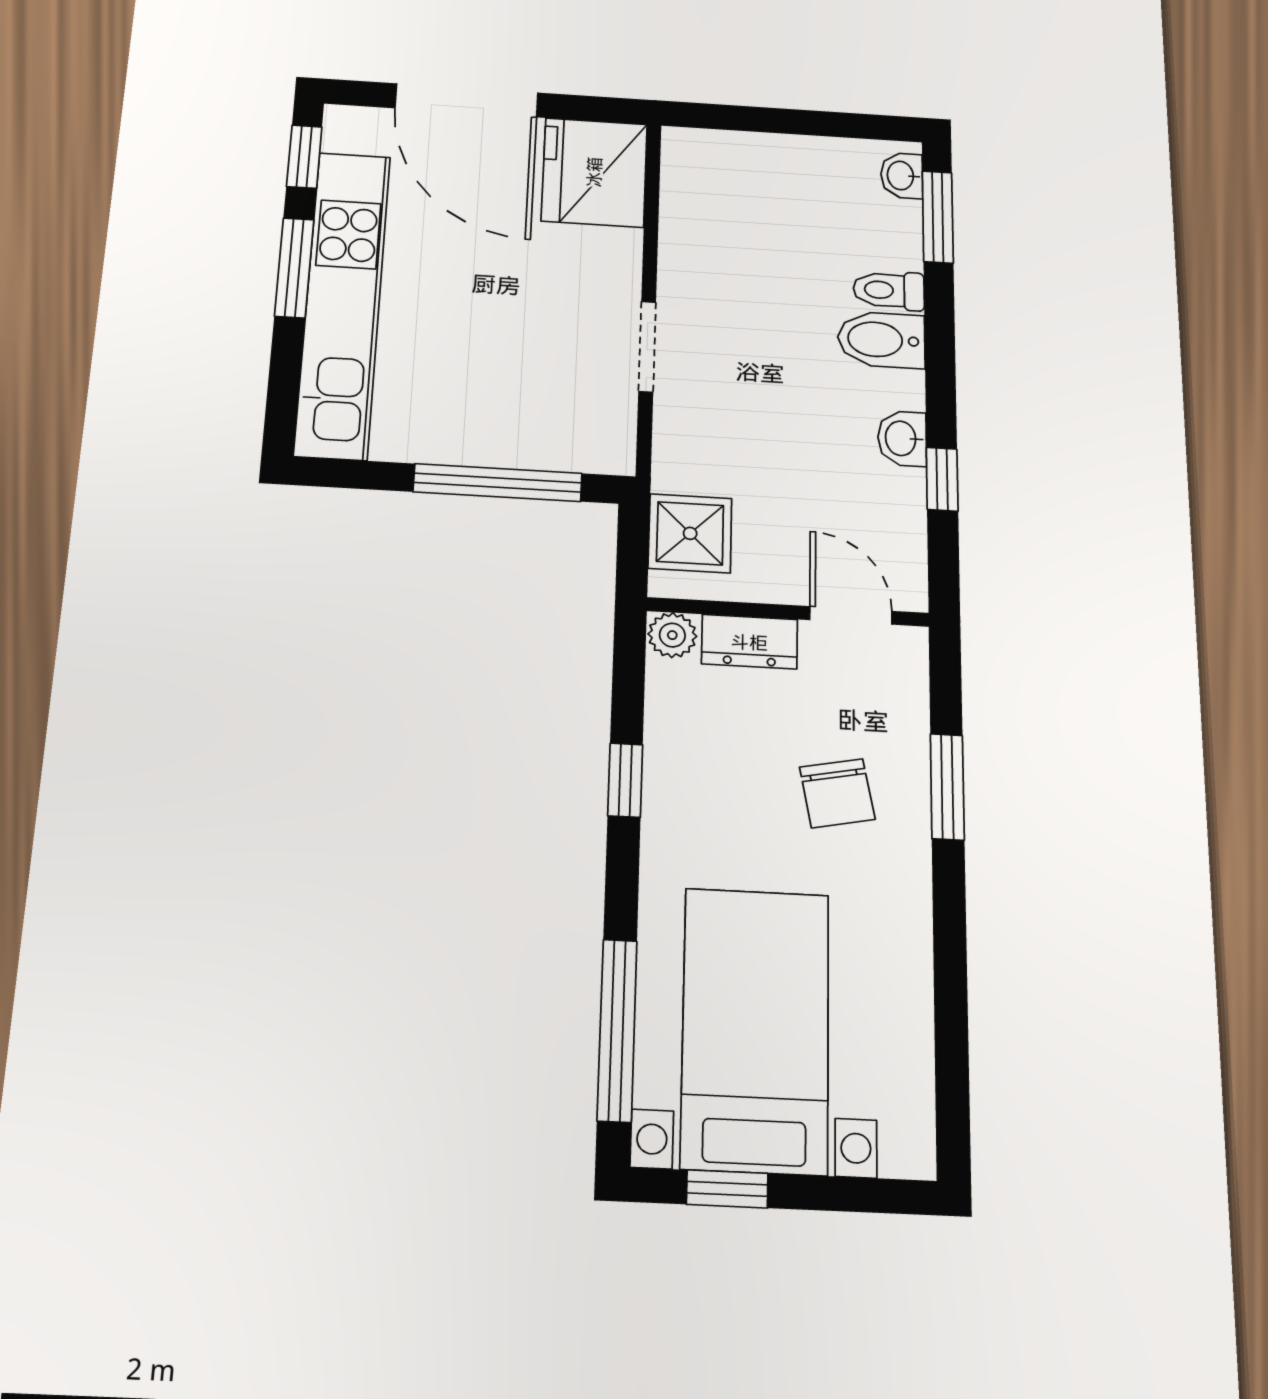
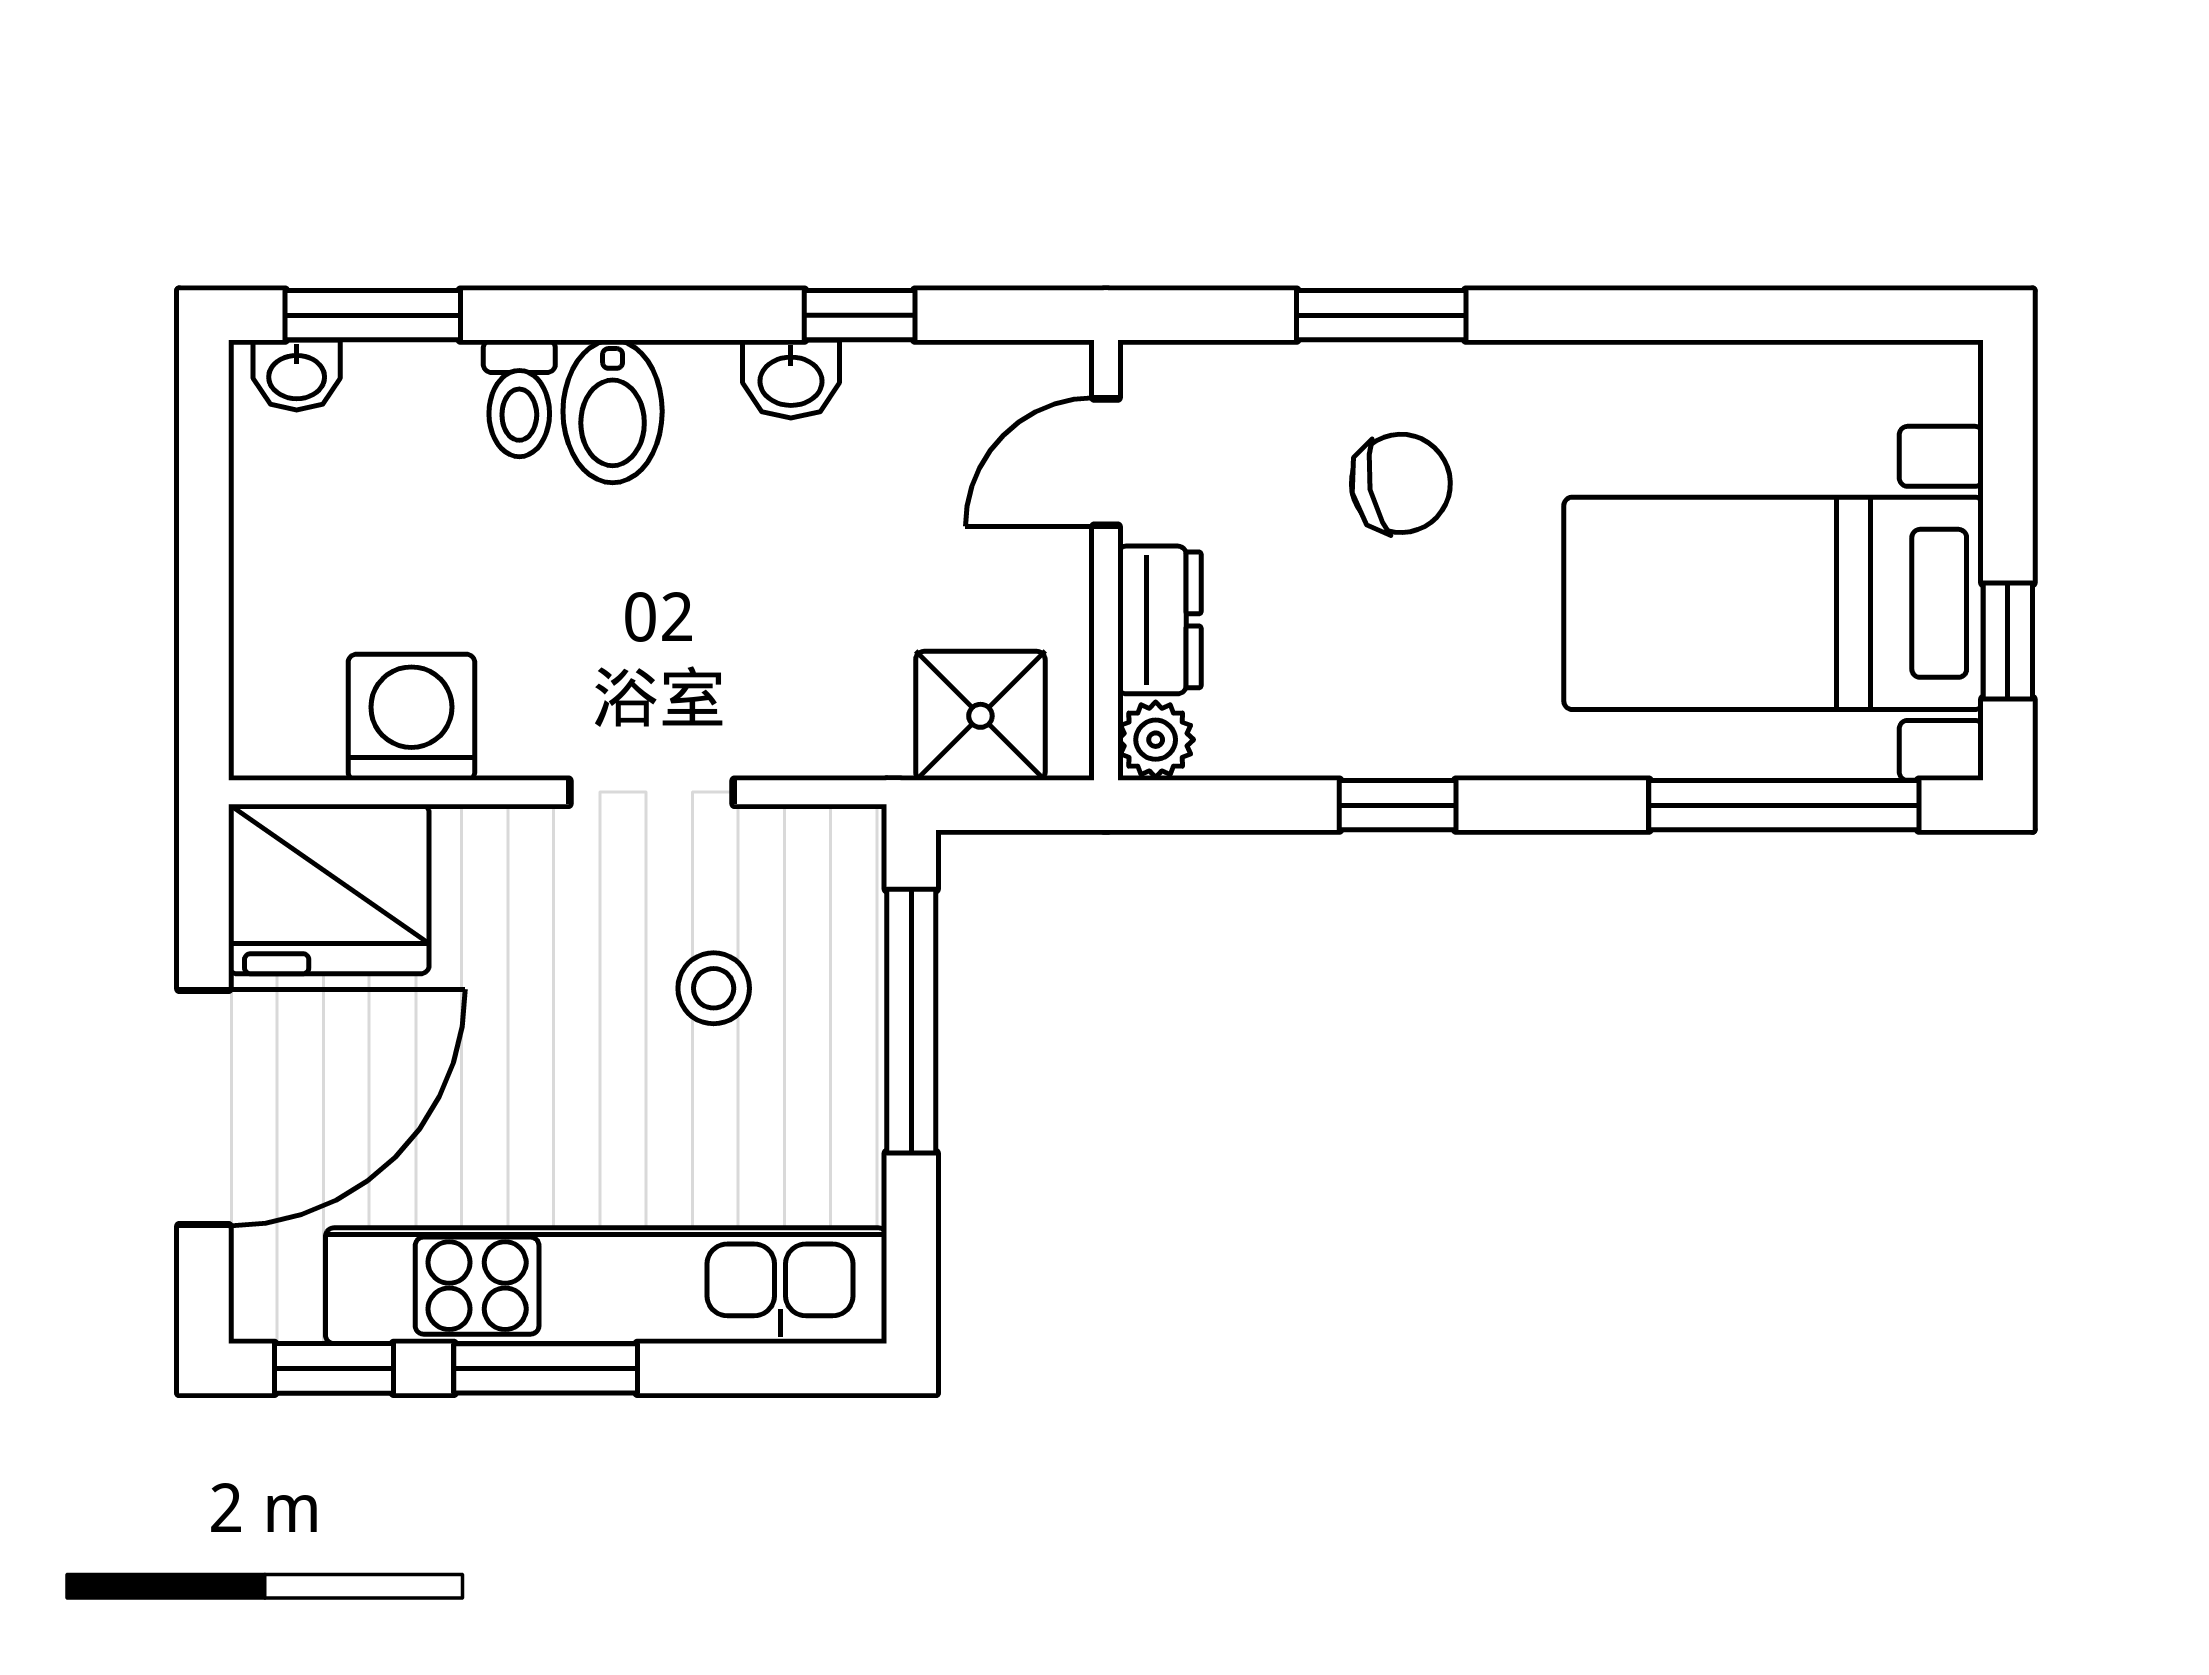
washing machine: (697, 222) -> (411, 717), added
stool: (524, 373) -> (714, 988), added

